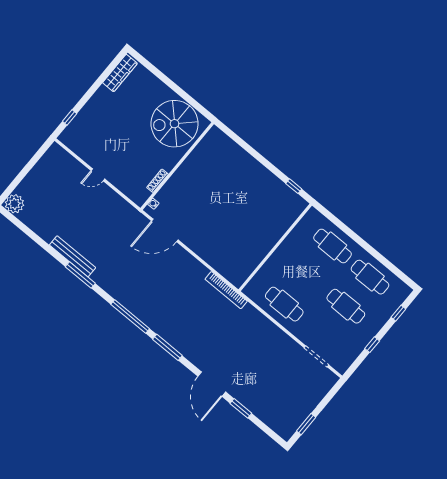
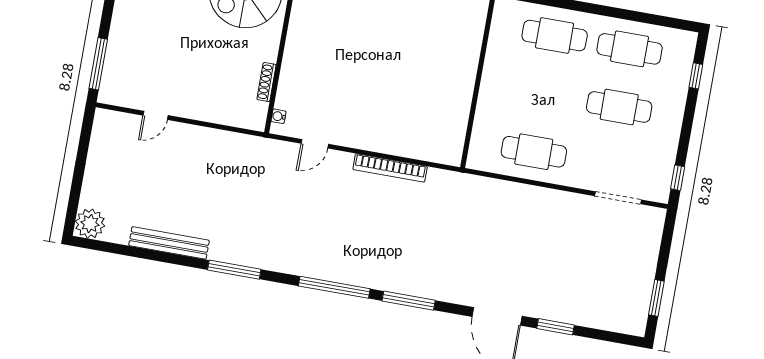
window: (70, 117) -> (98, 64), width x2.17
door: (98, 175) -> (156, 115), moved
door: (165, 230) -> (315, 144), width x0.53
bench: (73, 256) -> (169, 243), moved
bookcase: (226, 290) -> (390, 168), moved
window: (372, 345) -> (678, 178), moved

